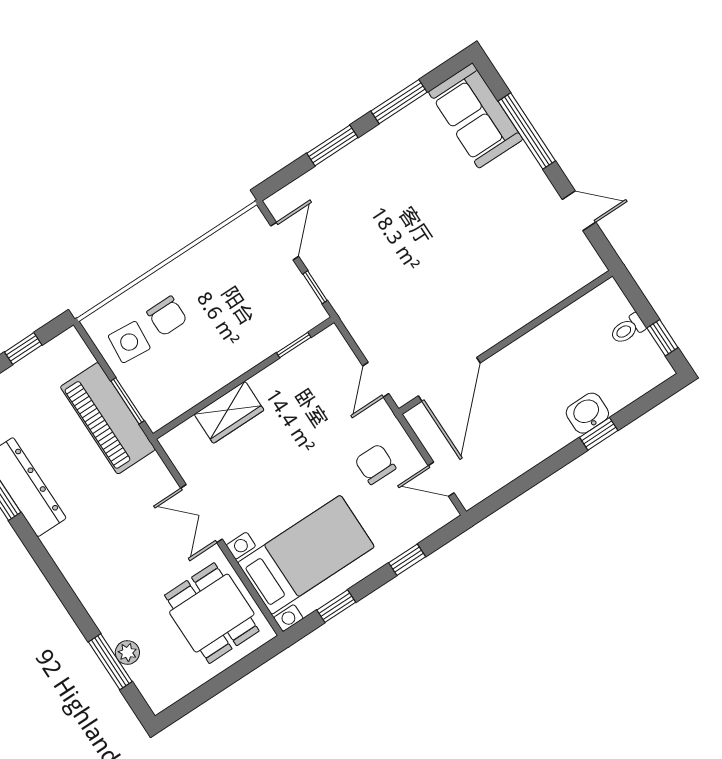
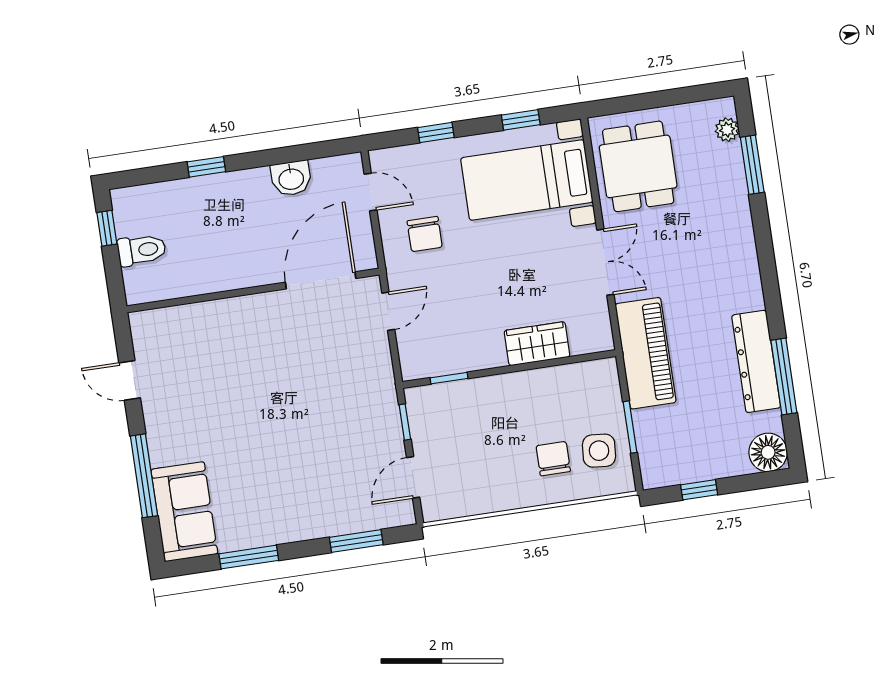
window: (332, 145) -> (356, 541), moved
toilet: (628, 329) -> (142, 250), width x1.37, depth x1.39
window: (127, 401) -> (630, 427), moved
washbasin: (587, 413) -> (291, 178), moved
piano: (108, 418) -> (645, 353), moved
plant: (127, 652) -> (727, 130), moved

